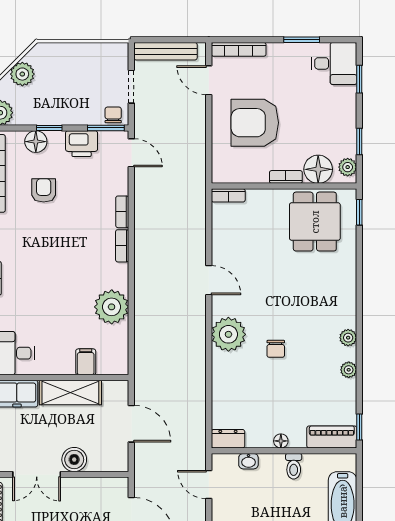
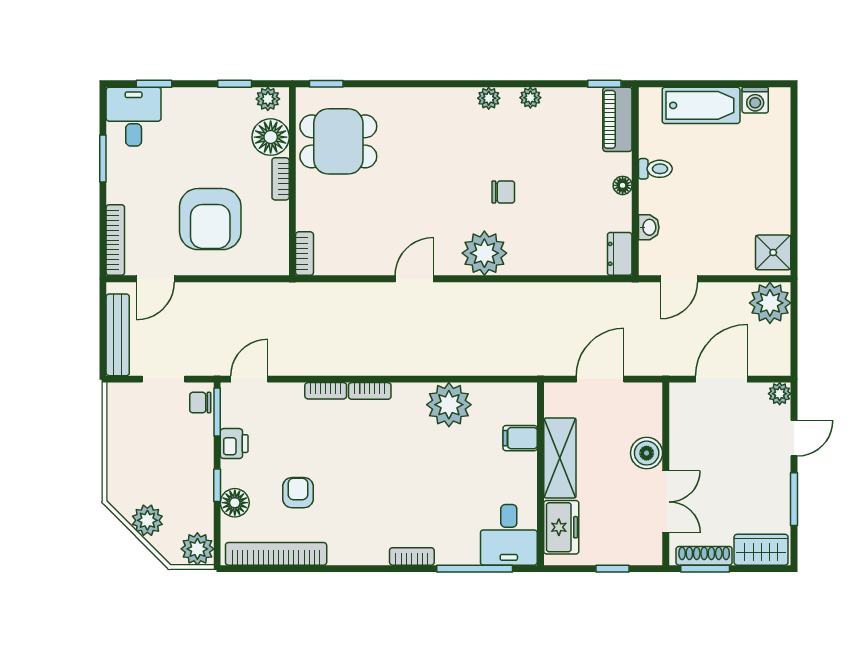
printer: (82, 144) -> (234, 444), width x0.73, depth x0.81
armchair: (44, 190) -> (298, 493), turned 90

